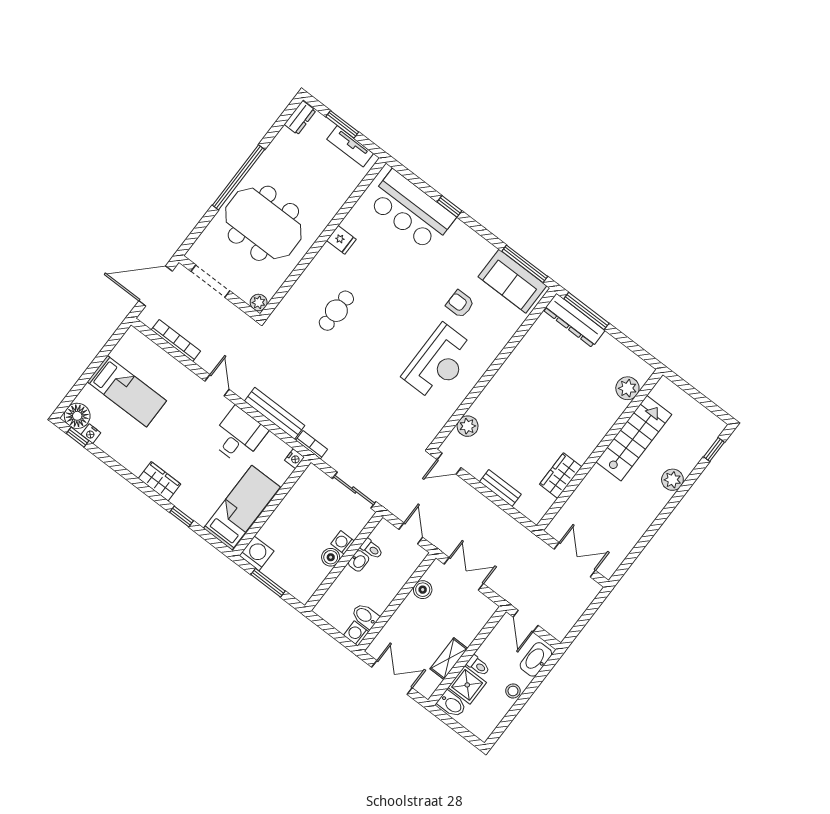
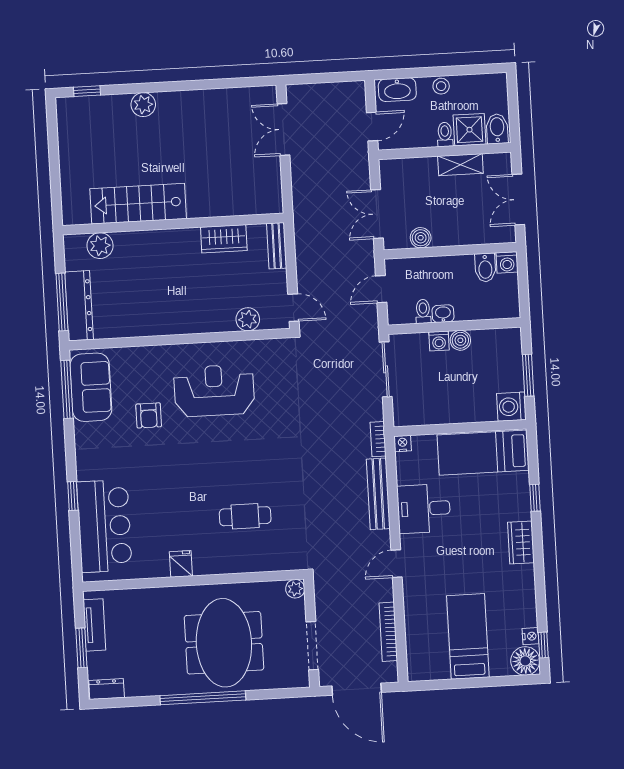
plant: (627, 388) -> (100, 246), moved
stairs: (634, 438) -> (138, 204), moved
wall: (600, 450) -> (173, 224), moved
wardrobe: (561, 476) -> (224, 239), moved

